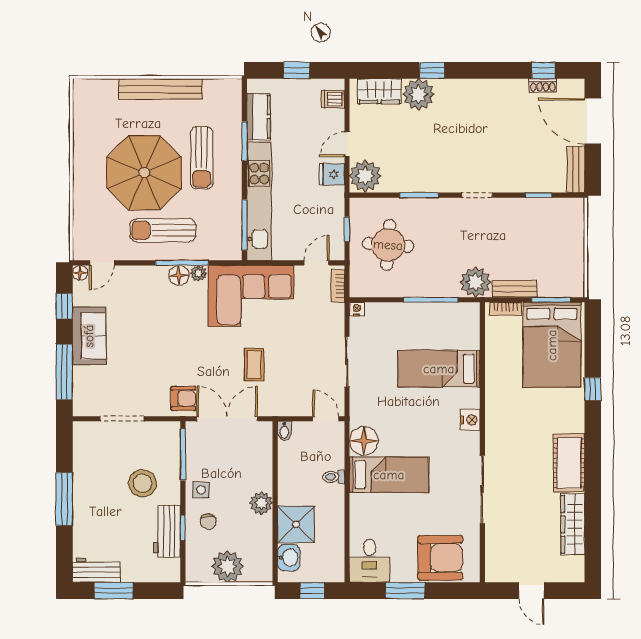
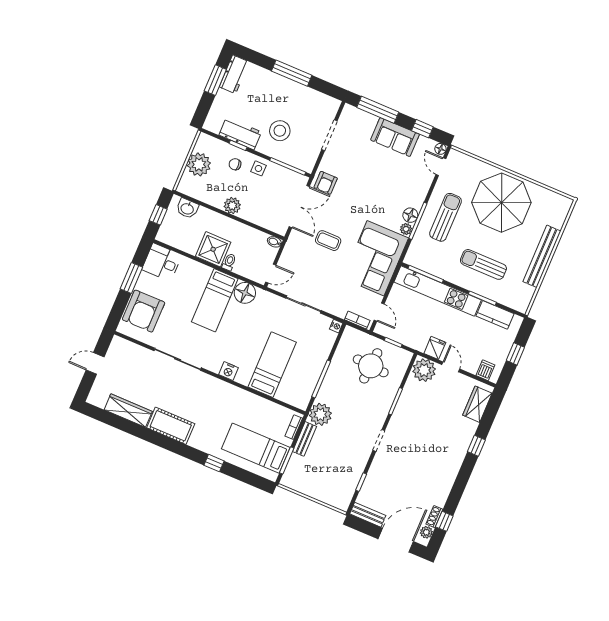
plant: (419, 94) -> (426, 532), moved, width x0.53, depth x0.53
parasol: (144, 173) -> (501, 203), moved
bed: (552, 345) -> (256, 448), width x0.67
shower: (296, 524) -> (213, 249), moved

